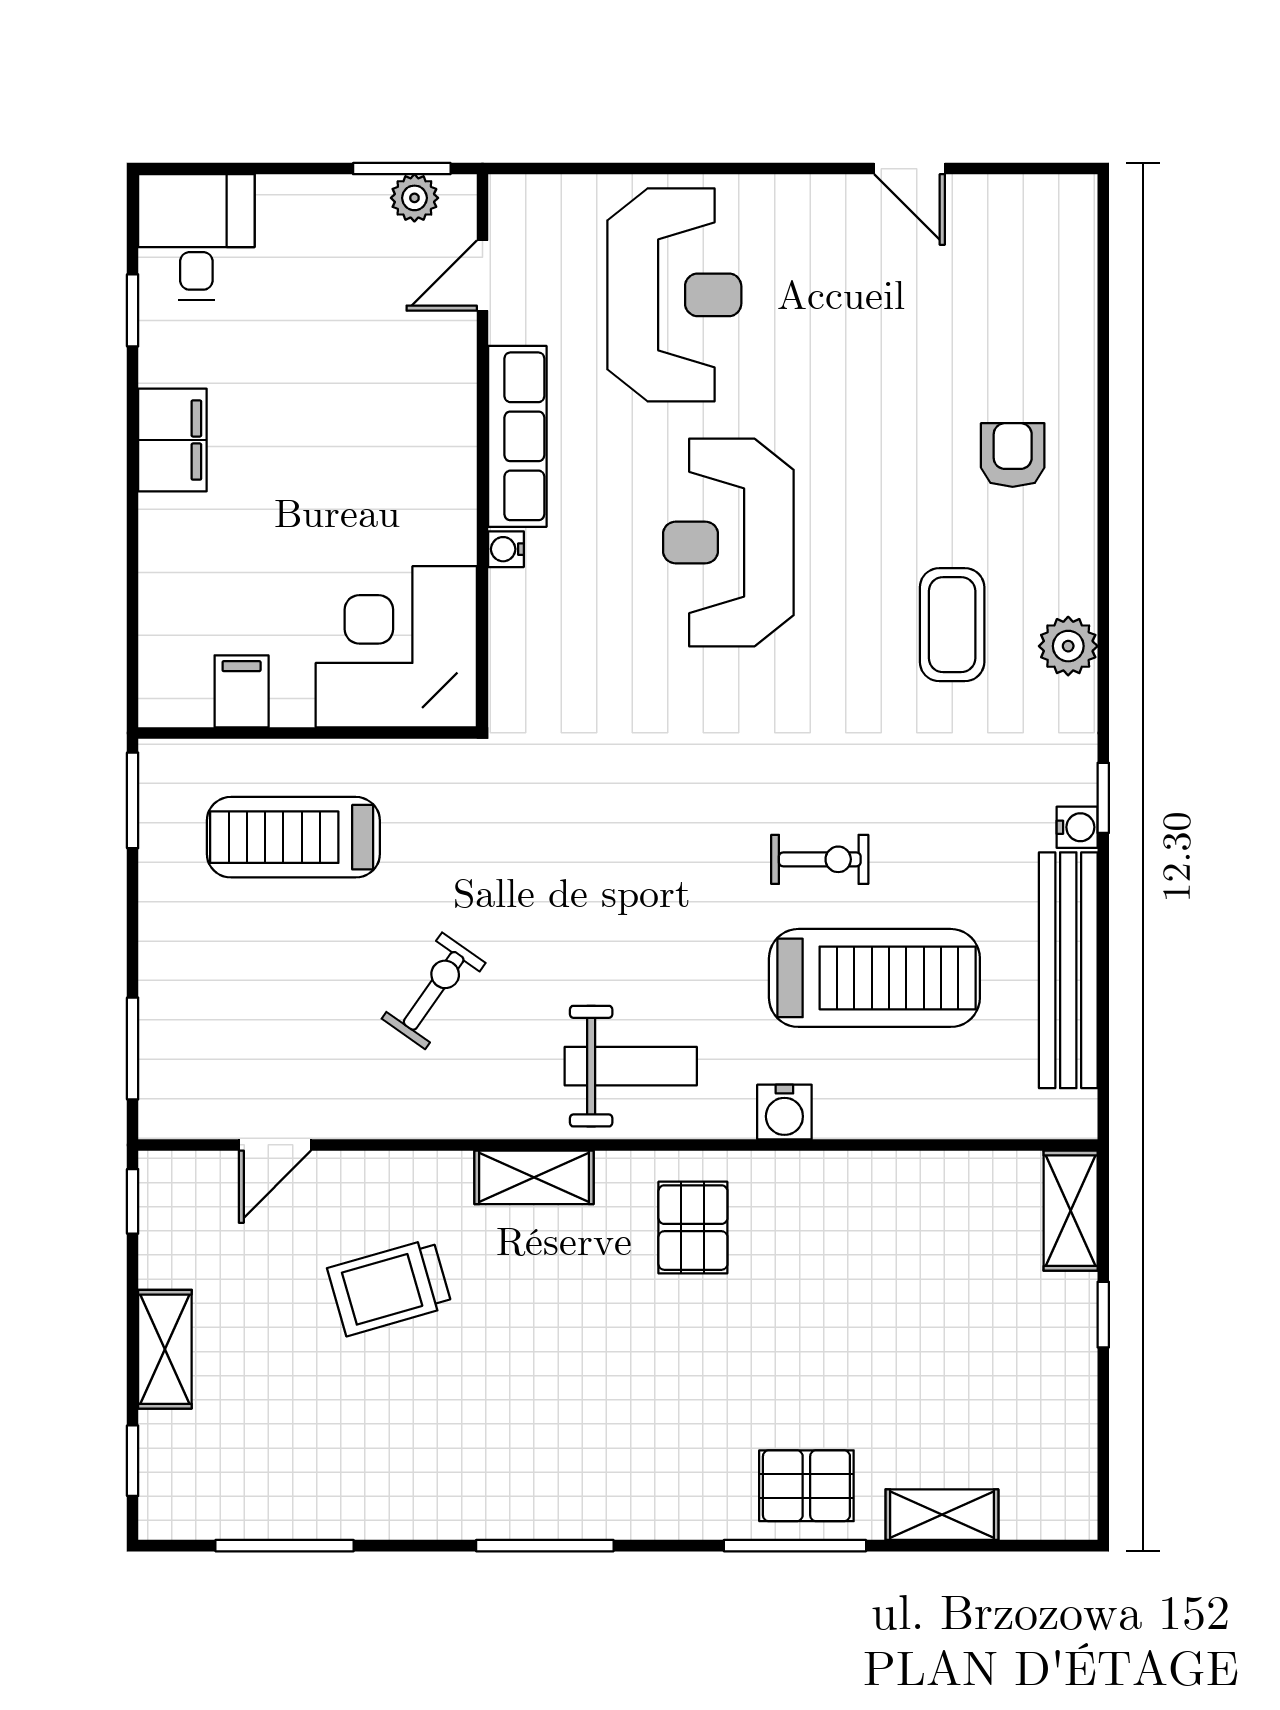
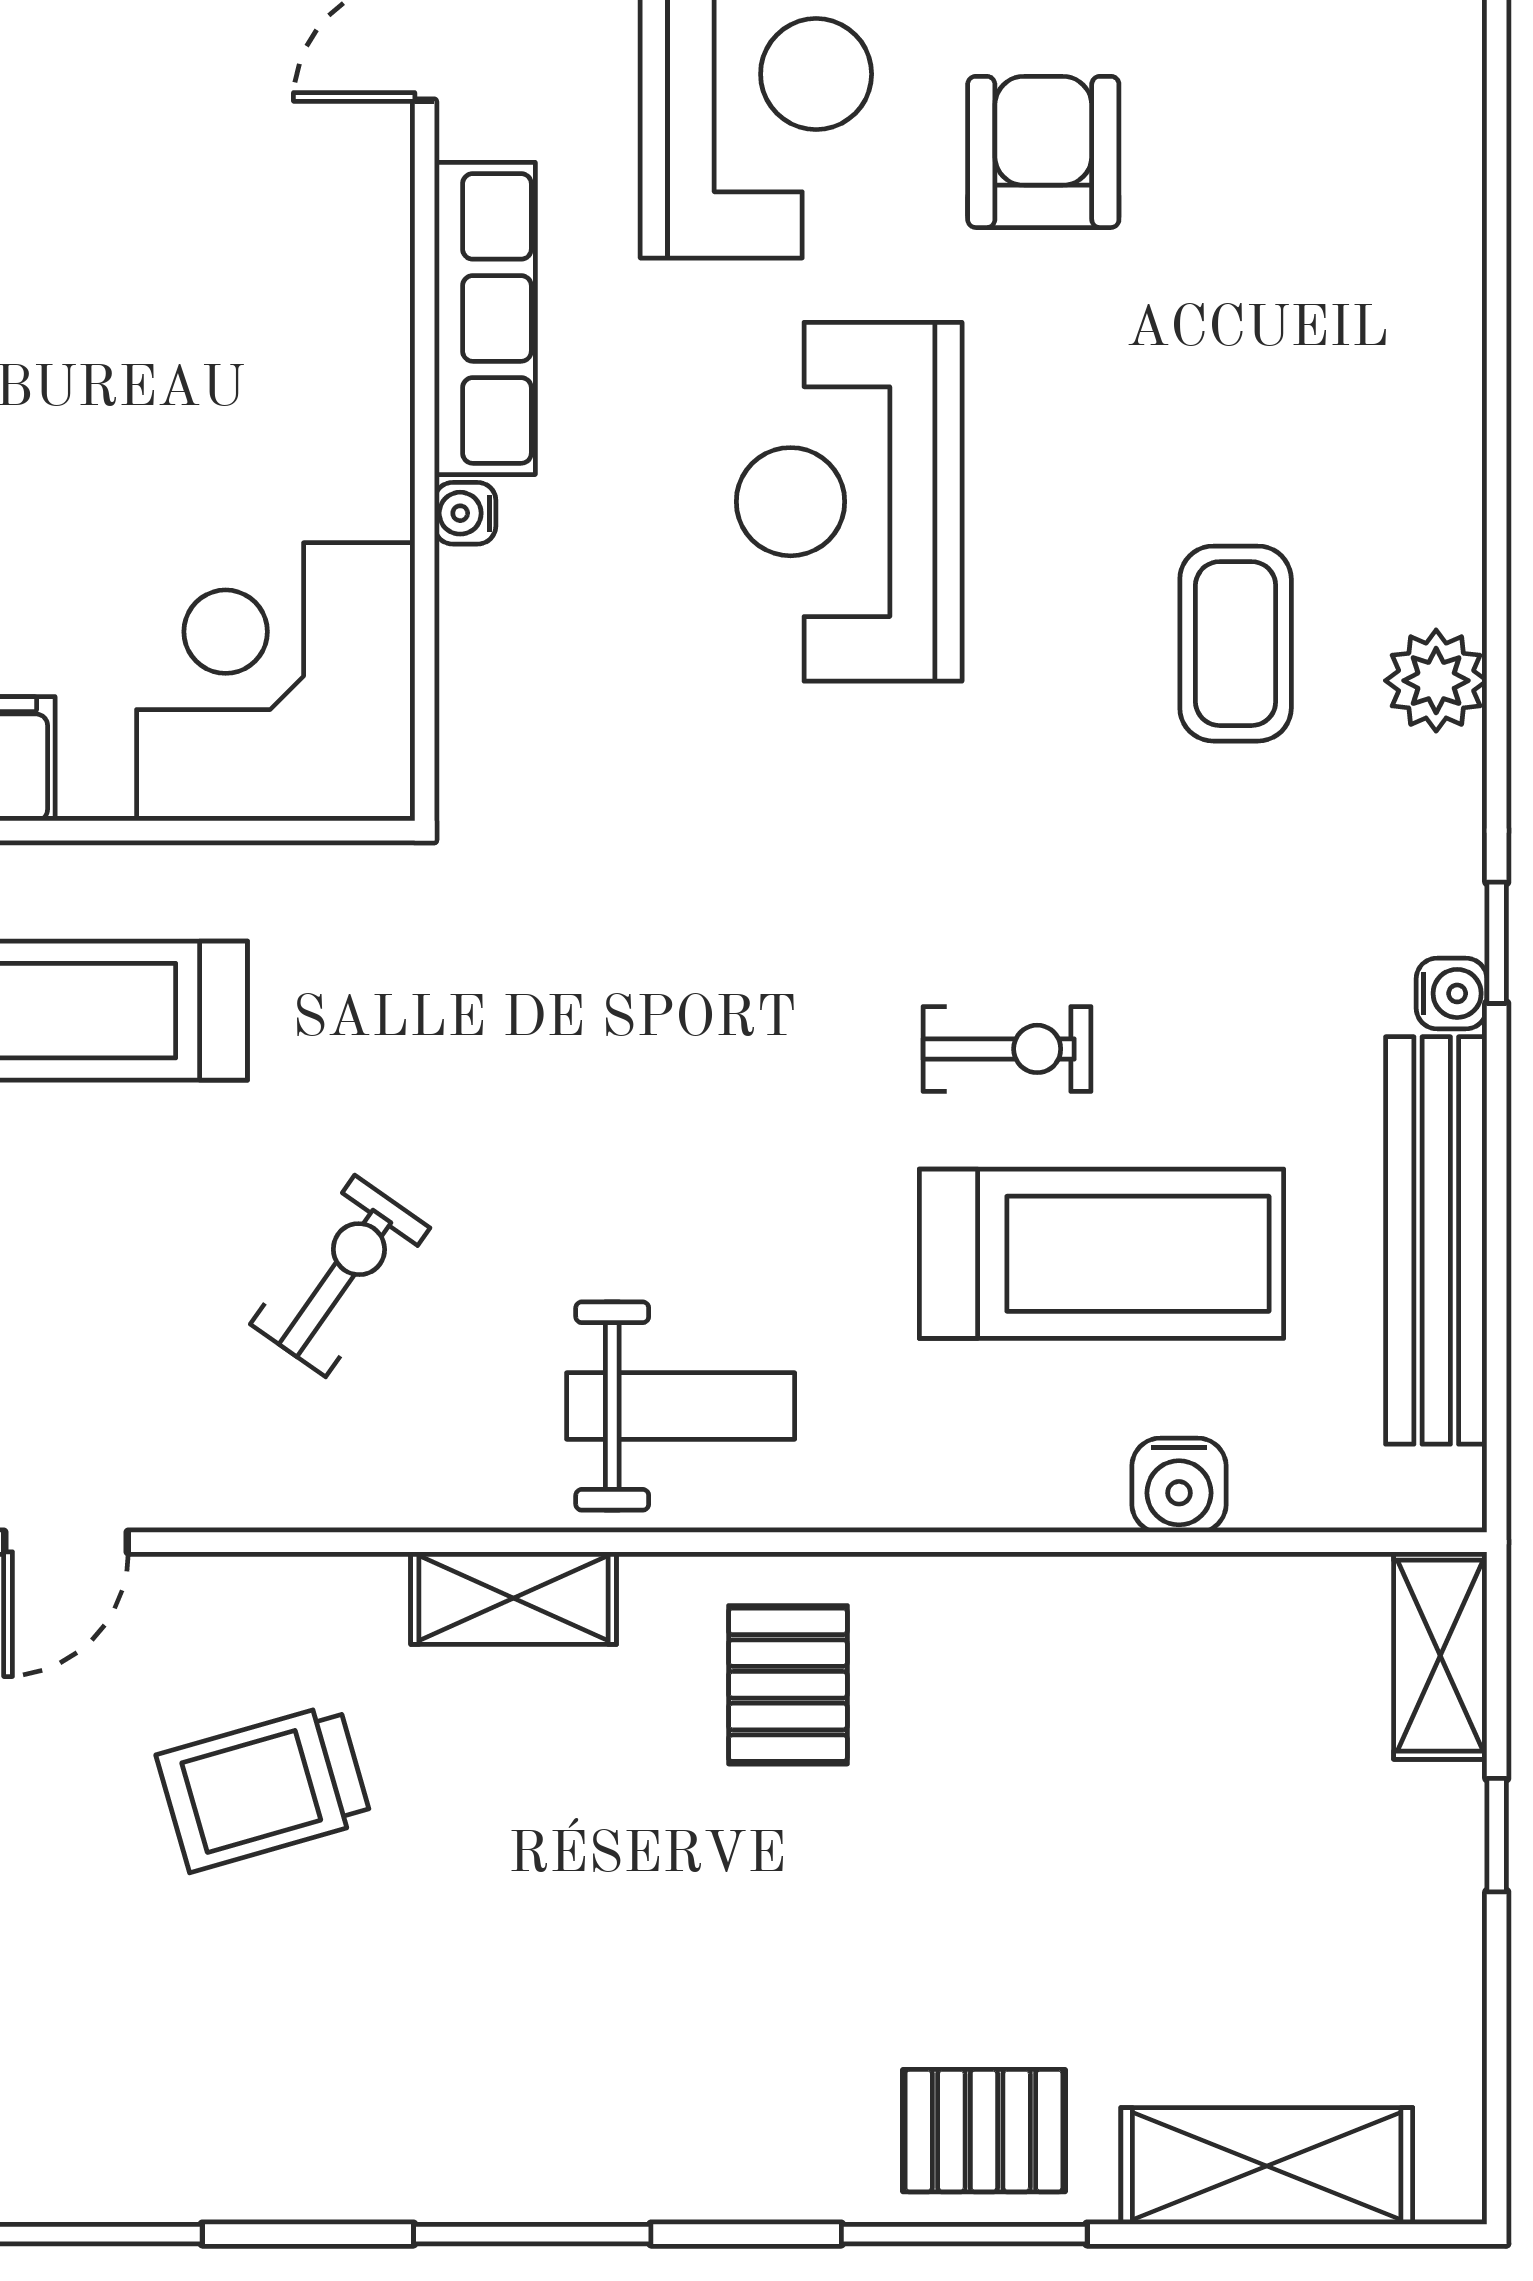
armchair: (1013, 455) -> (1043, 152), moved, width x1.38, depth x1.38
water cooler: (784, 1112) -> (1179, 1485), moved
shelving: (942, 1515) -> (1267, 2166), width x1.50, depth x1.33

